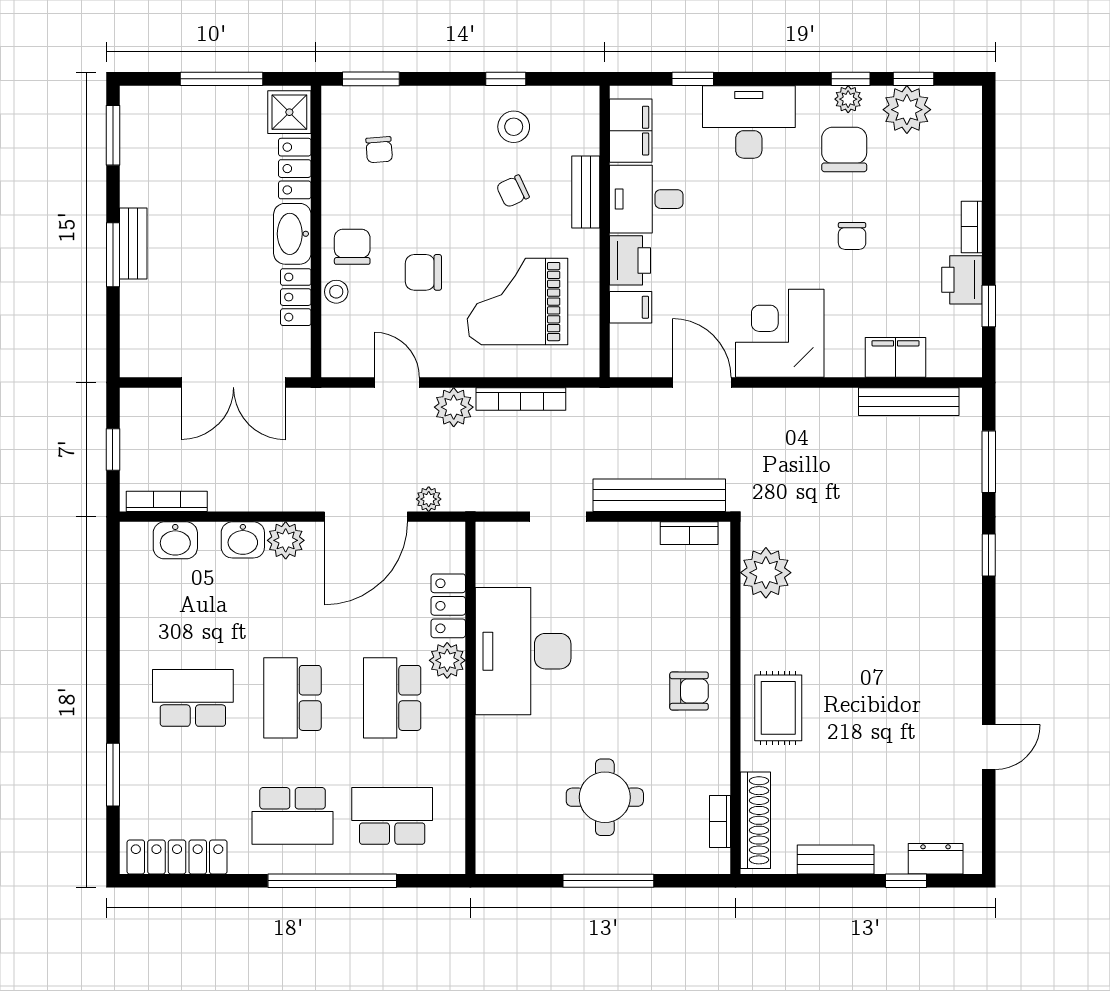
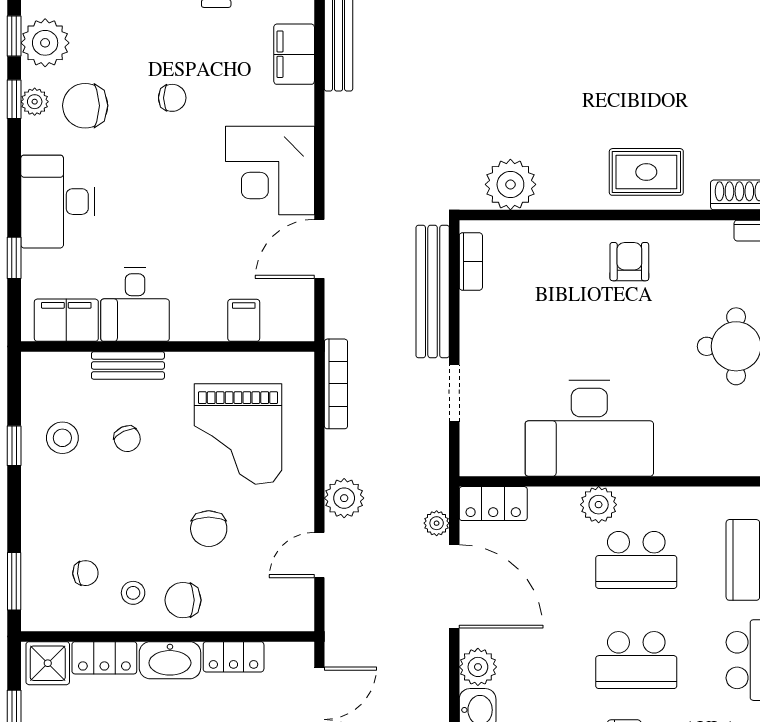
printer: (630, 260) -> (197, 321), removed
stool: (336, 292) -> (133, 593), moved
bookcase: (521, 399) -> (336, 384), moved
locker: (448, 606) -> (493, 504), moved

